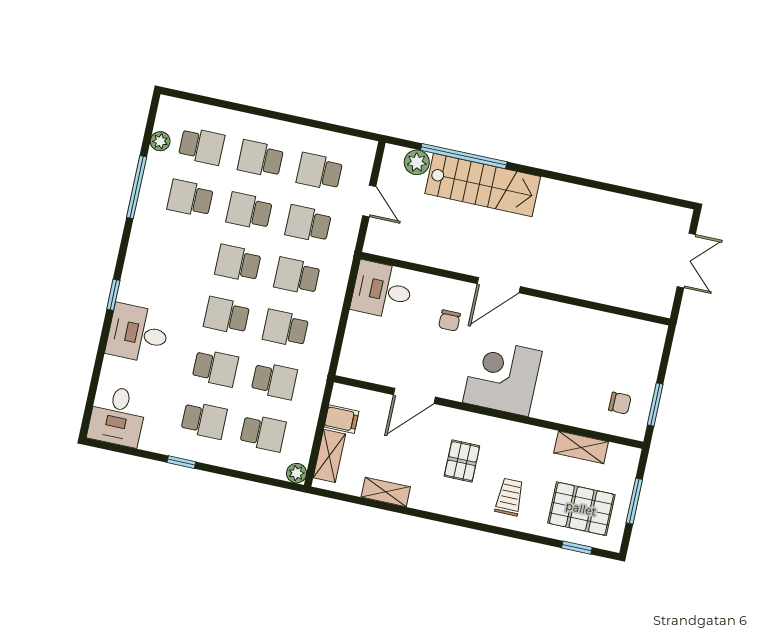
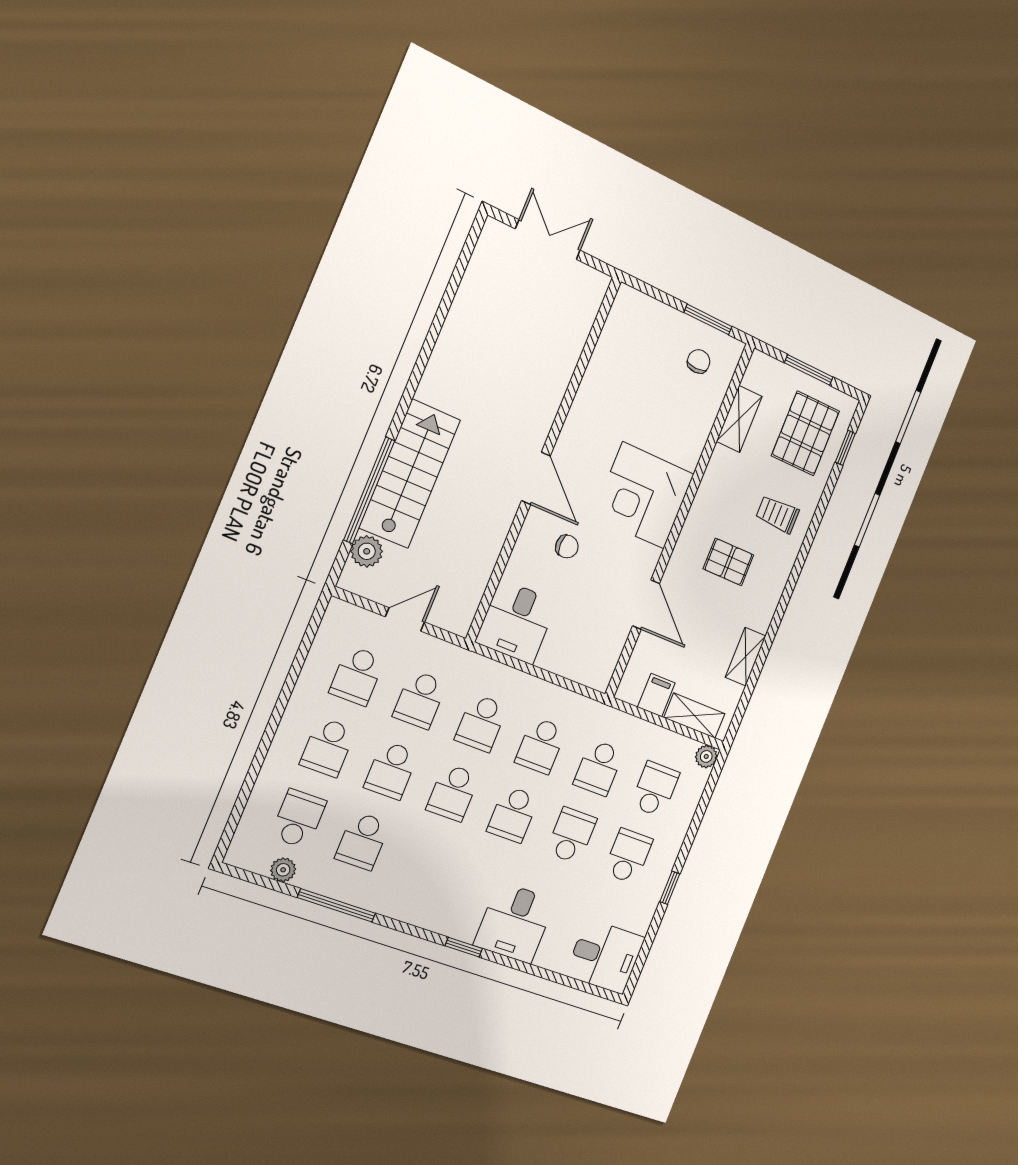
school desk: (274, 381) -> (599, 768), turned 180

